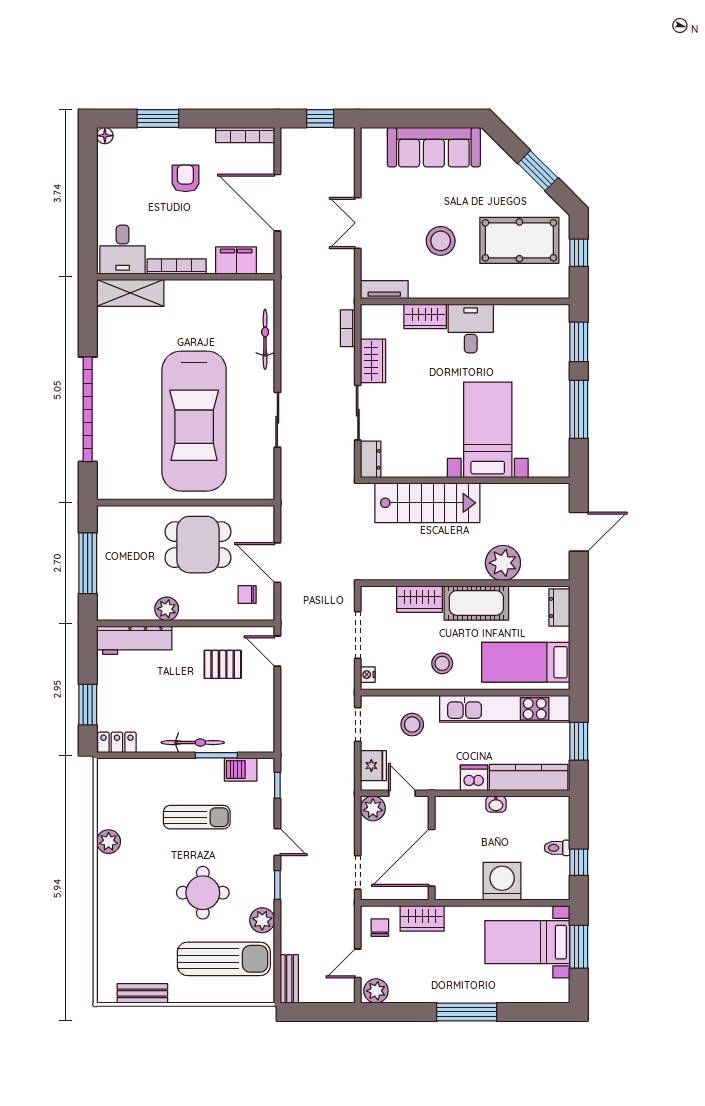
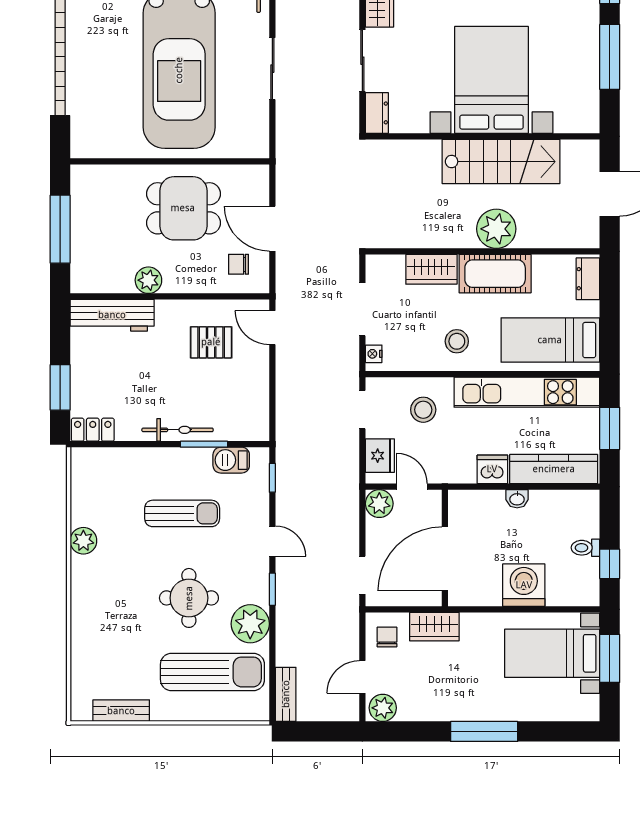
bed with nightstands: (488, 430) -> (491, 80), width x1.36
stairs: (427, 503) -> (501, 162), moved
plant: (503, 563) -> (496, 229), moved
plant: (262, 920) -> (250, 624), width x1.36, depth x1.36

